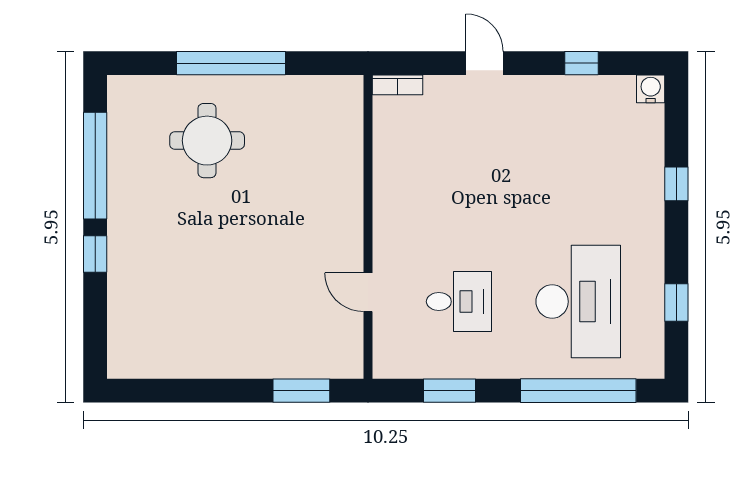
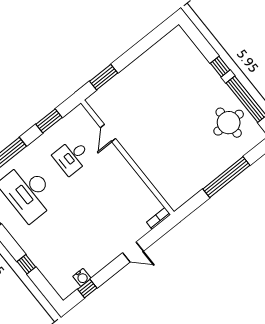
window: (582, 63) -> (87, 289), moved
water cooler: (651, 89) -> (82, 277), moved
round table: (207, 141) -> (229, 123), moved
door: (368, 292) -> (108, 133), swing flipped

